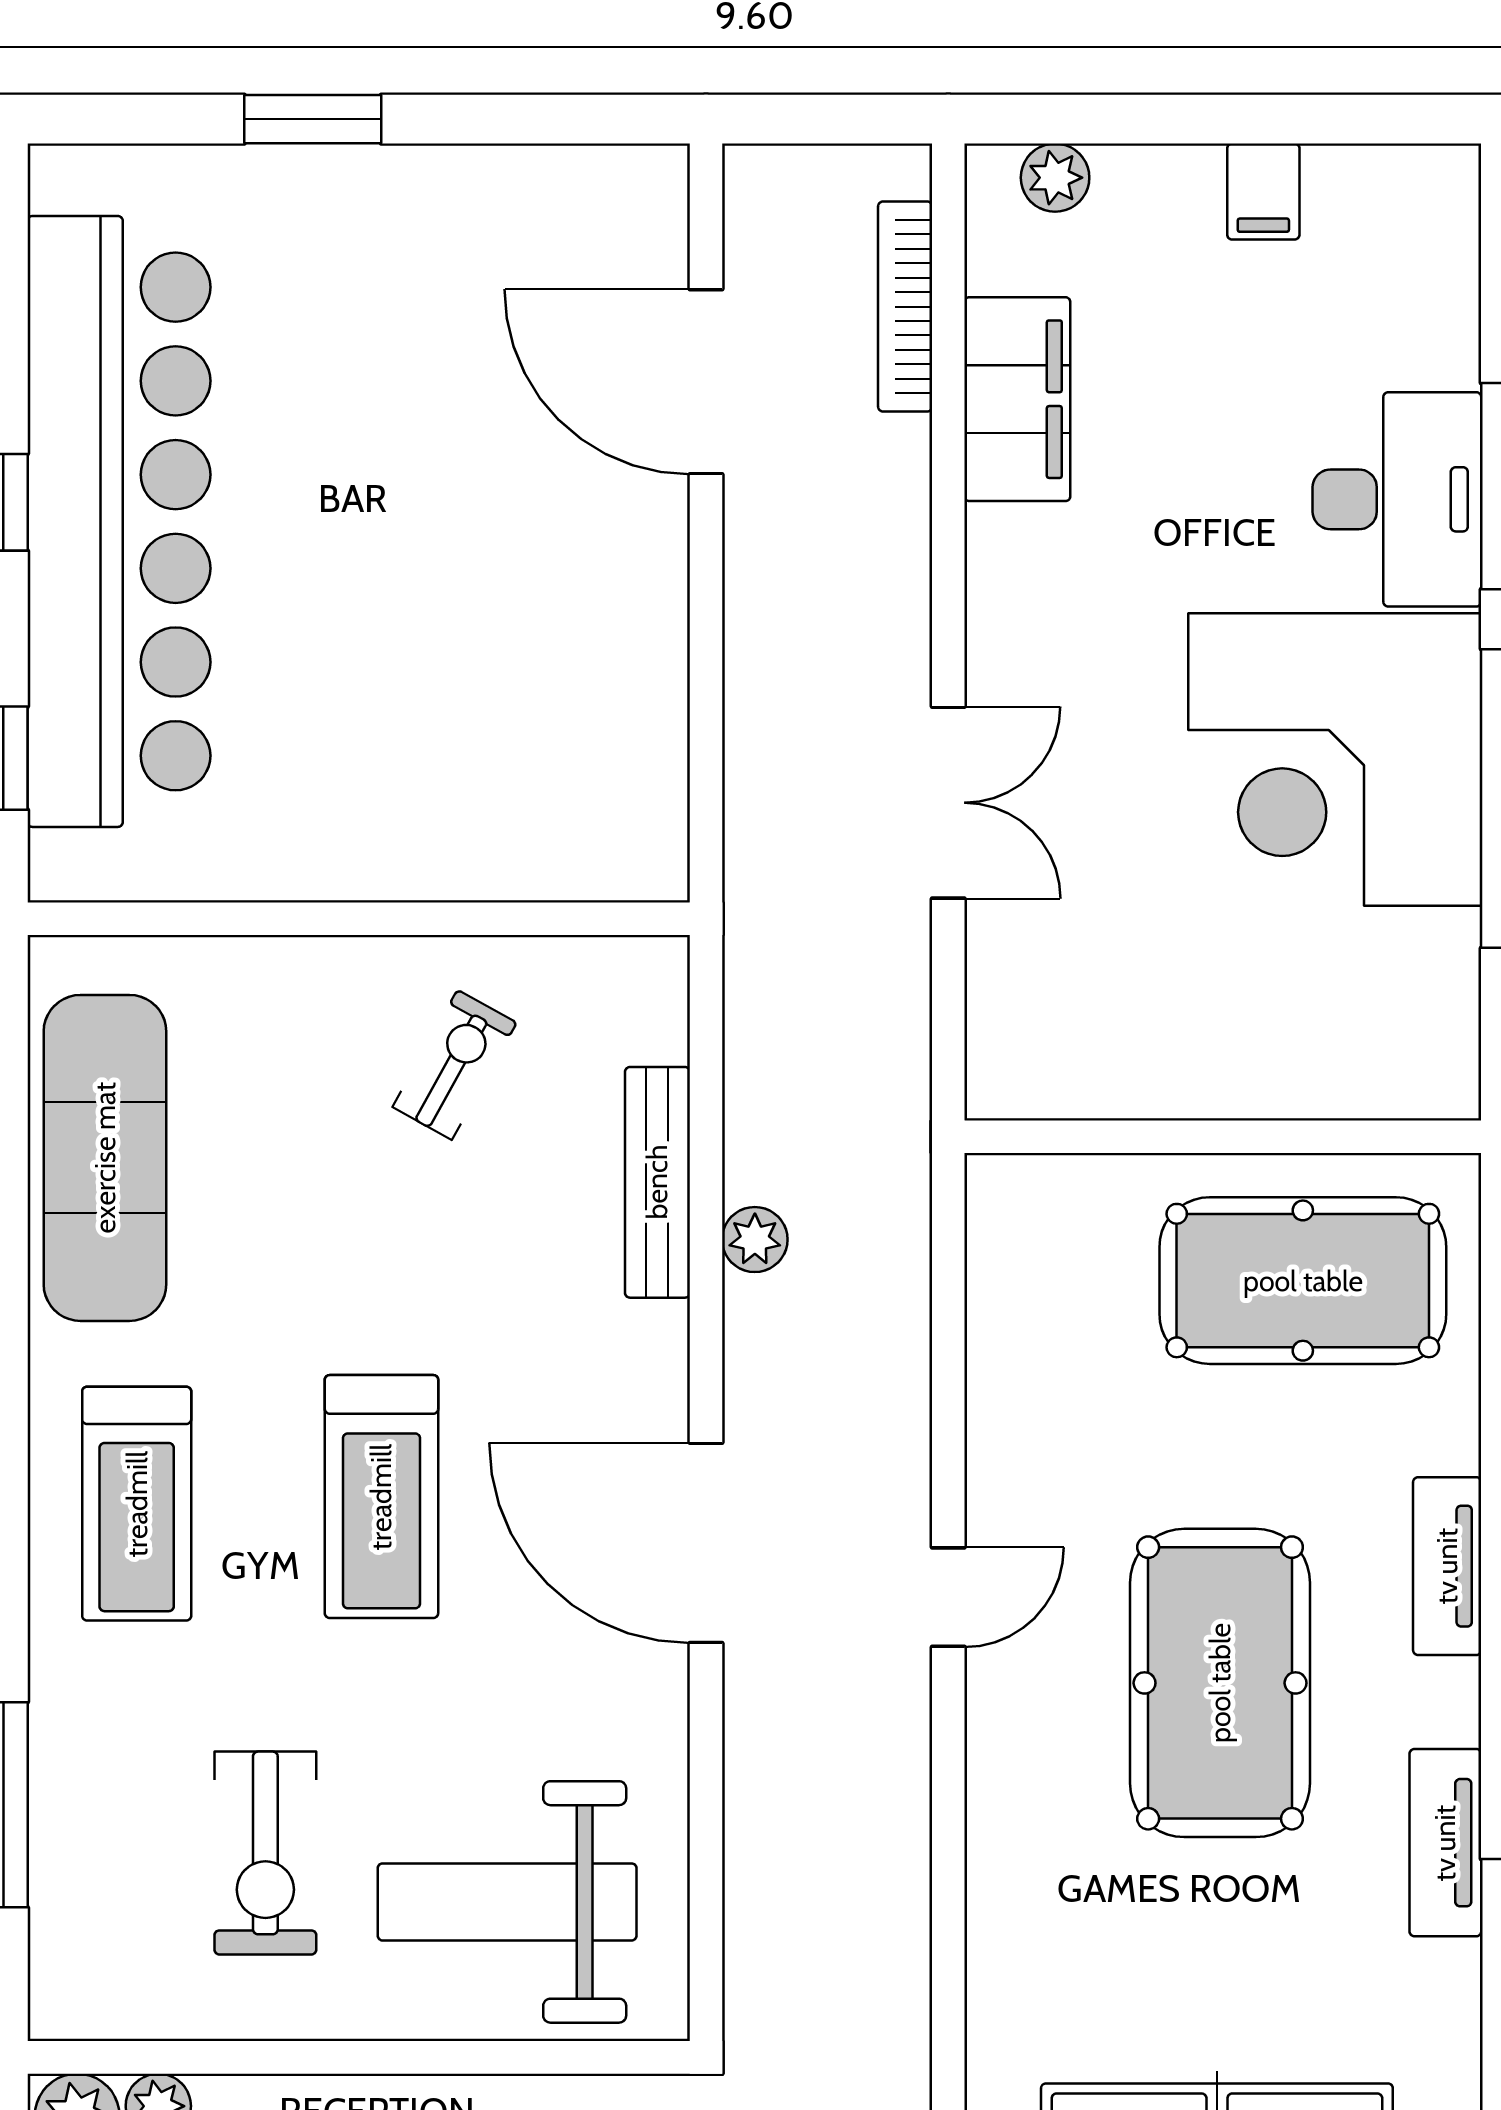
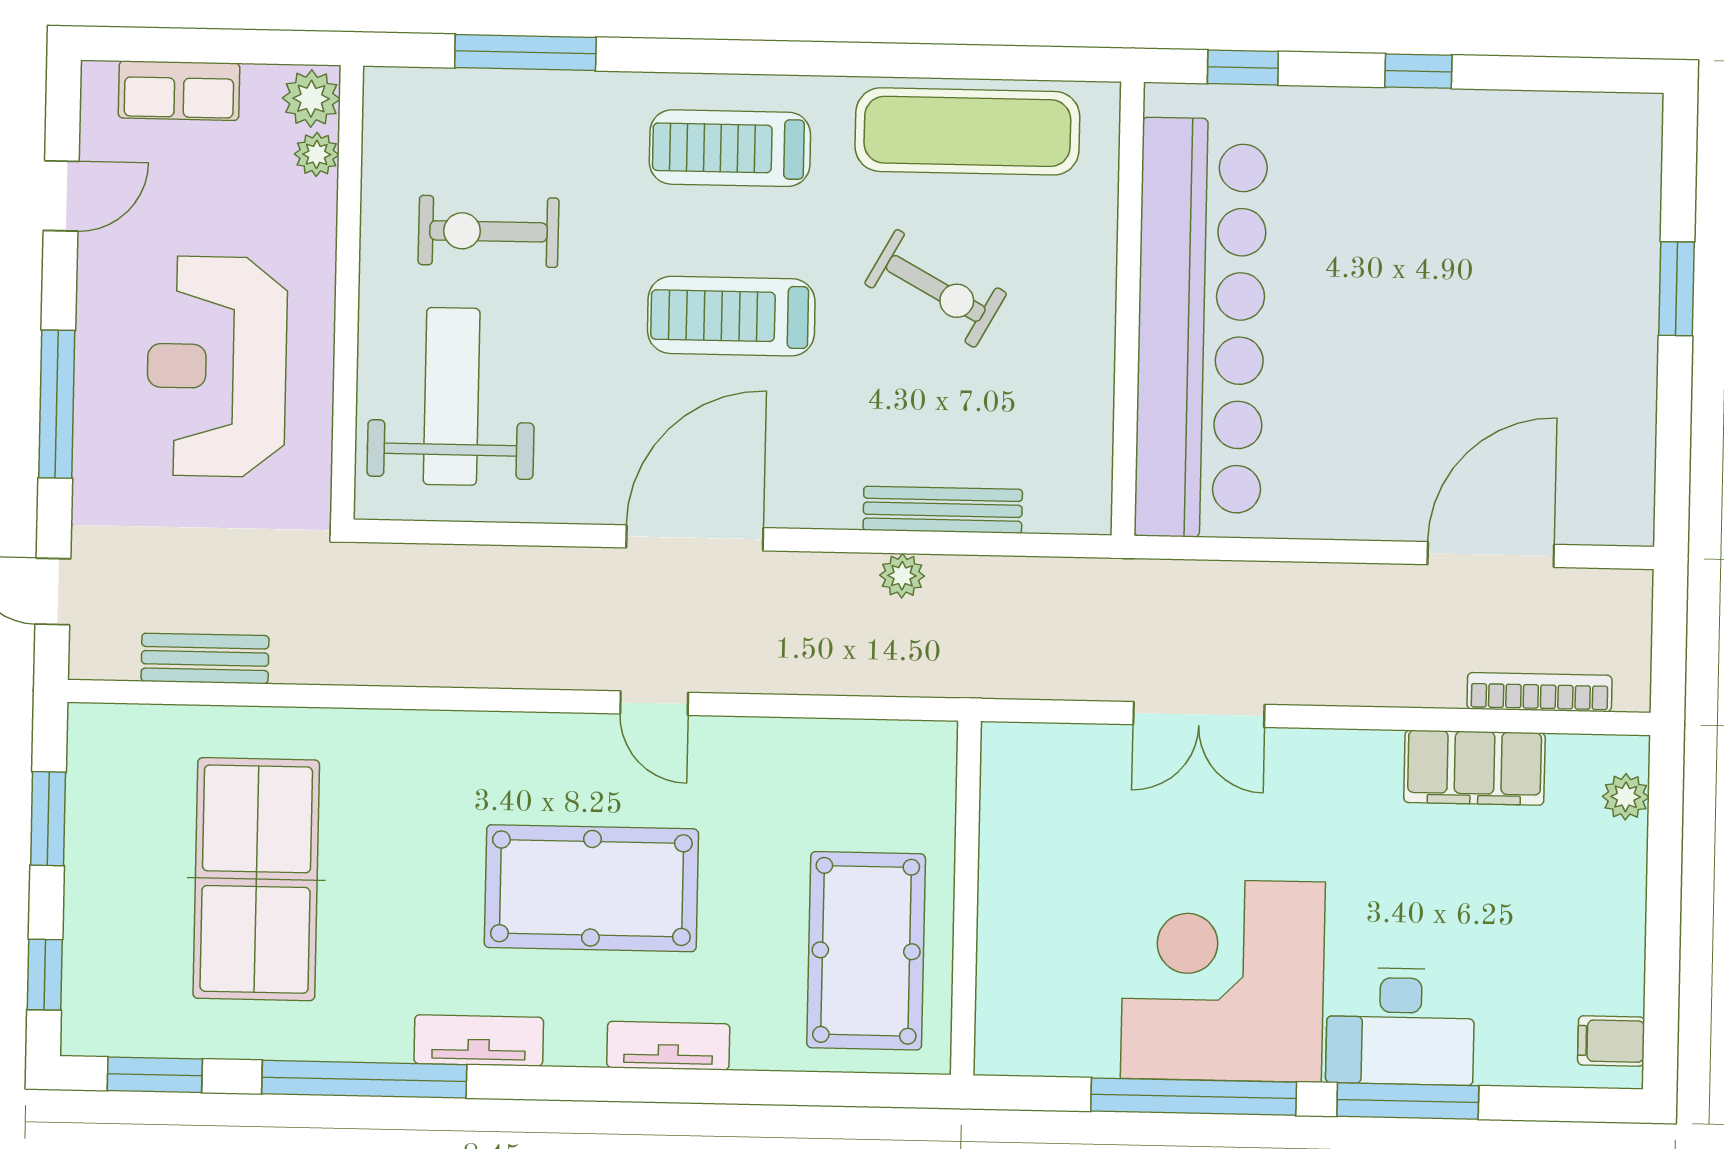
filing cabinet: (1263, 191) -> (1611, 1041), moved
bar counter: (119, 521) -> (1201, 328), moved, turned -90
exercise bike: (455, 1065) -> (936, 288), moved, width x1.38, depth x1.39

